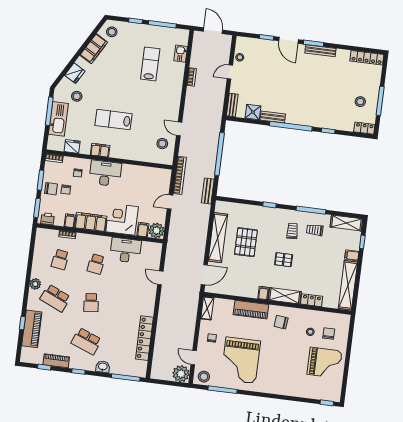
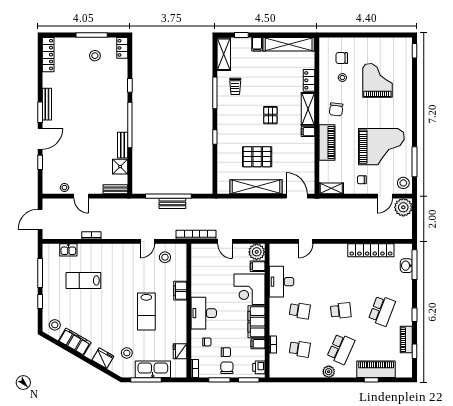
filing cabinet: (100, 150) -> (180, 291), moved
bench: (208, 191) -> (172, 203), moved
trolley: (292, 231) -> (239, 110), removed
grand piano: (324, 363) -> (377, 80), moved
washbasin: (103, 367) -> (406, 266), moved

